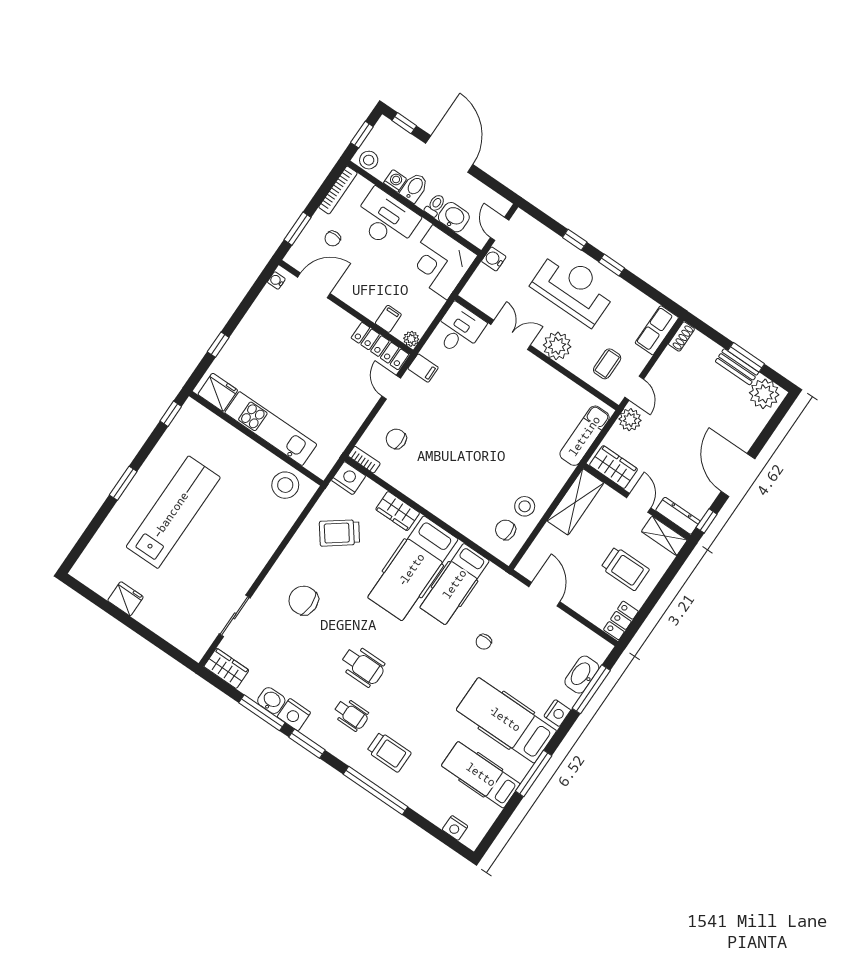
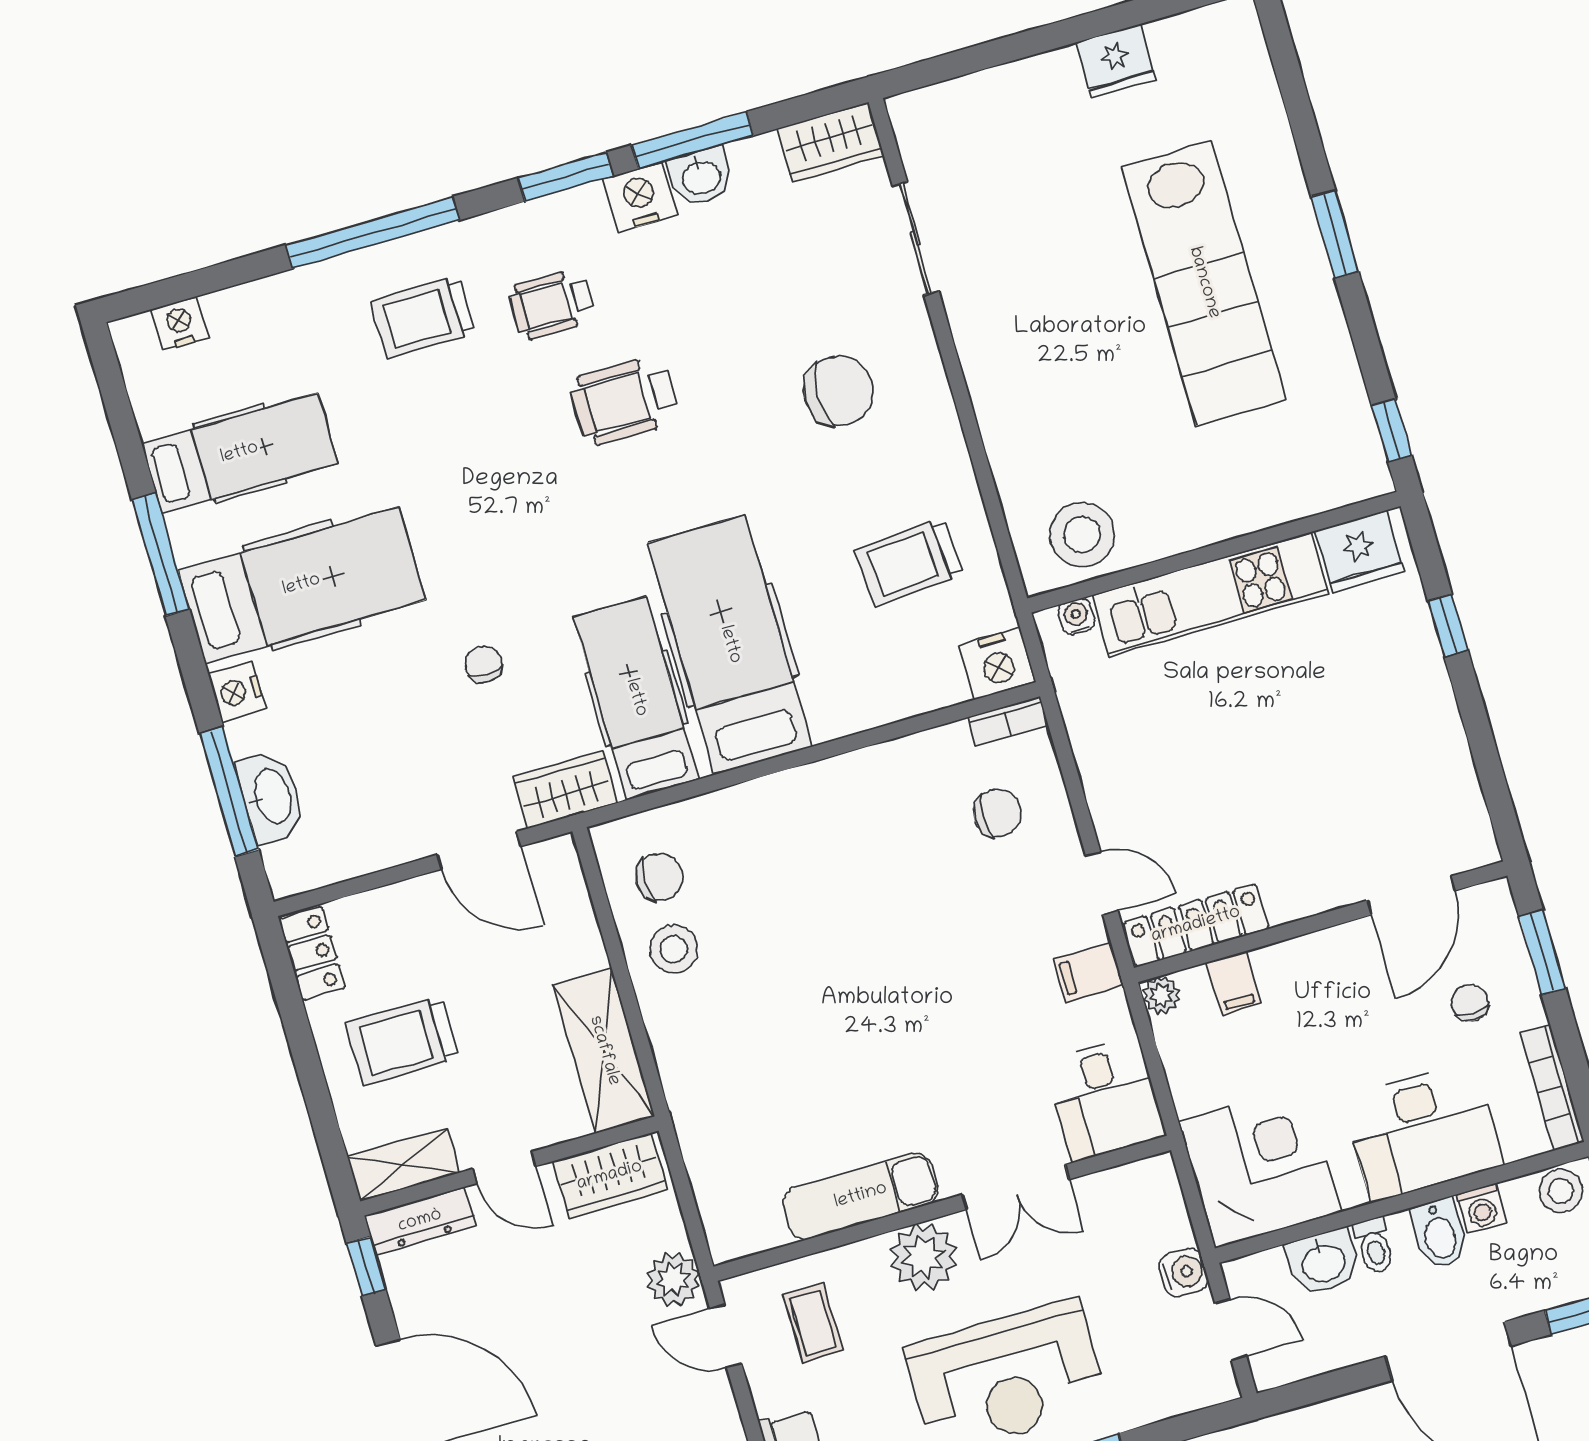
water cooler: (276, 280) -> (1077, 617), moved, turned -90
exam couch: (585, 436) -> (861, 1196), moved, turned -90
wardrobe: (398, 511) -> (565, 790), moved
trolley: (339, 533) -> (909, 562), turned -147

